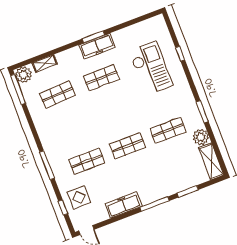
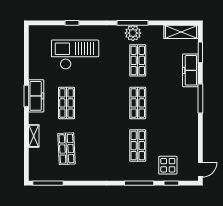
shelving: (45, 63) -> (34, 136), moved
plant: (24, 75) -> (37, 173), removed
window: (202, 112) -> (133, 23), width x1.44
plant: (201, 137) -> (133, 33), moved
window: (47, 165) -> (139, 183), moved
window: (188, 191) -> (200, 52), moved
freezer: (124, 205) -> (190, 70), moved

